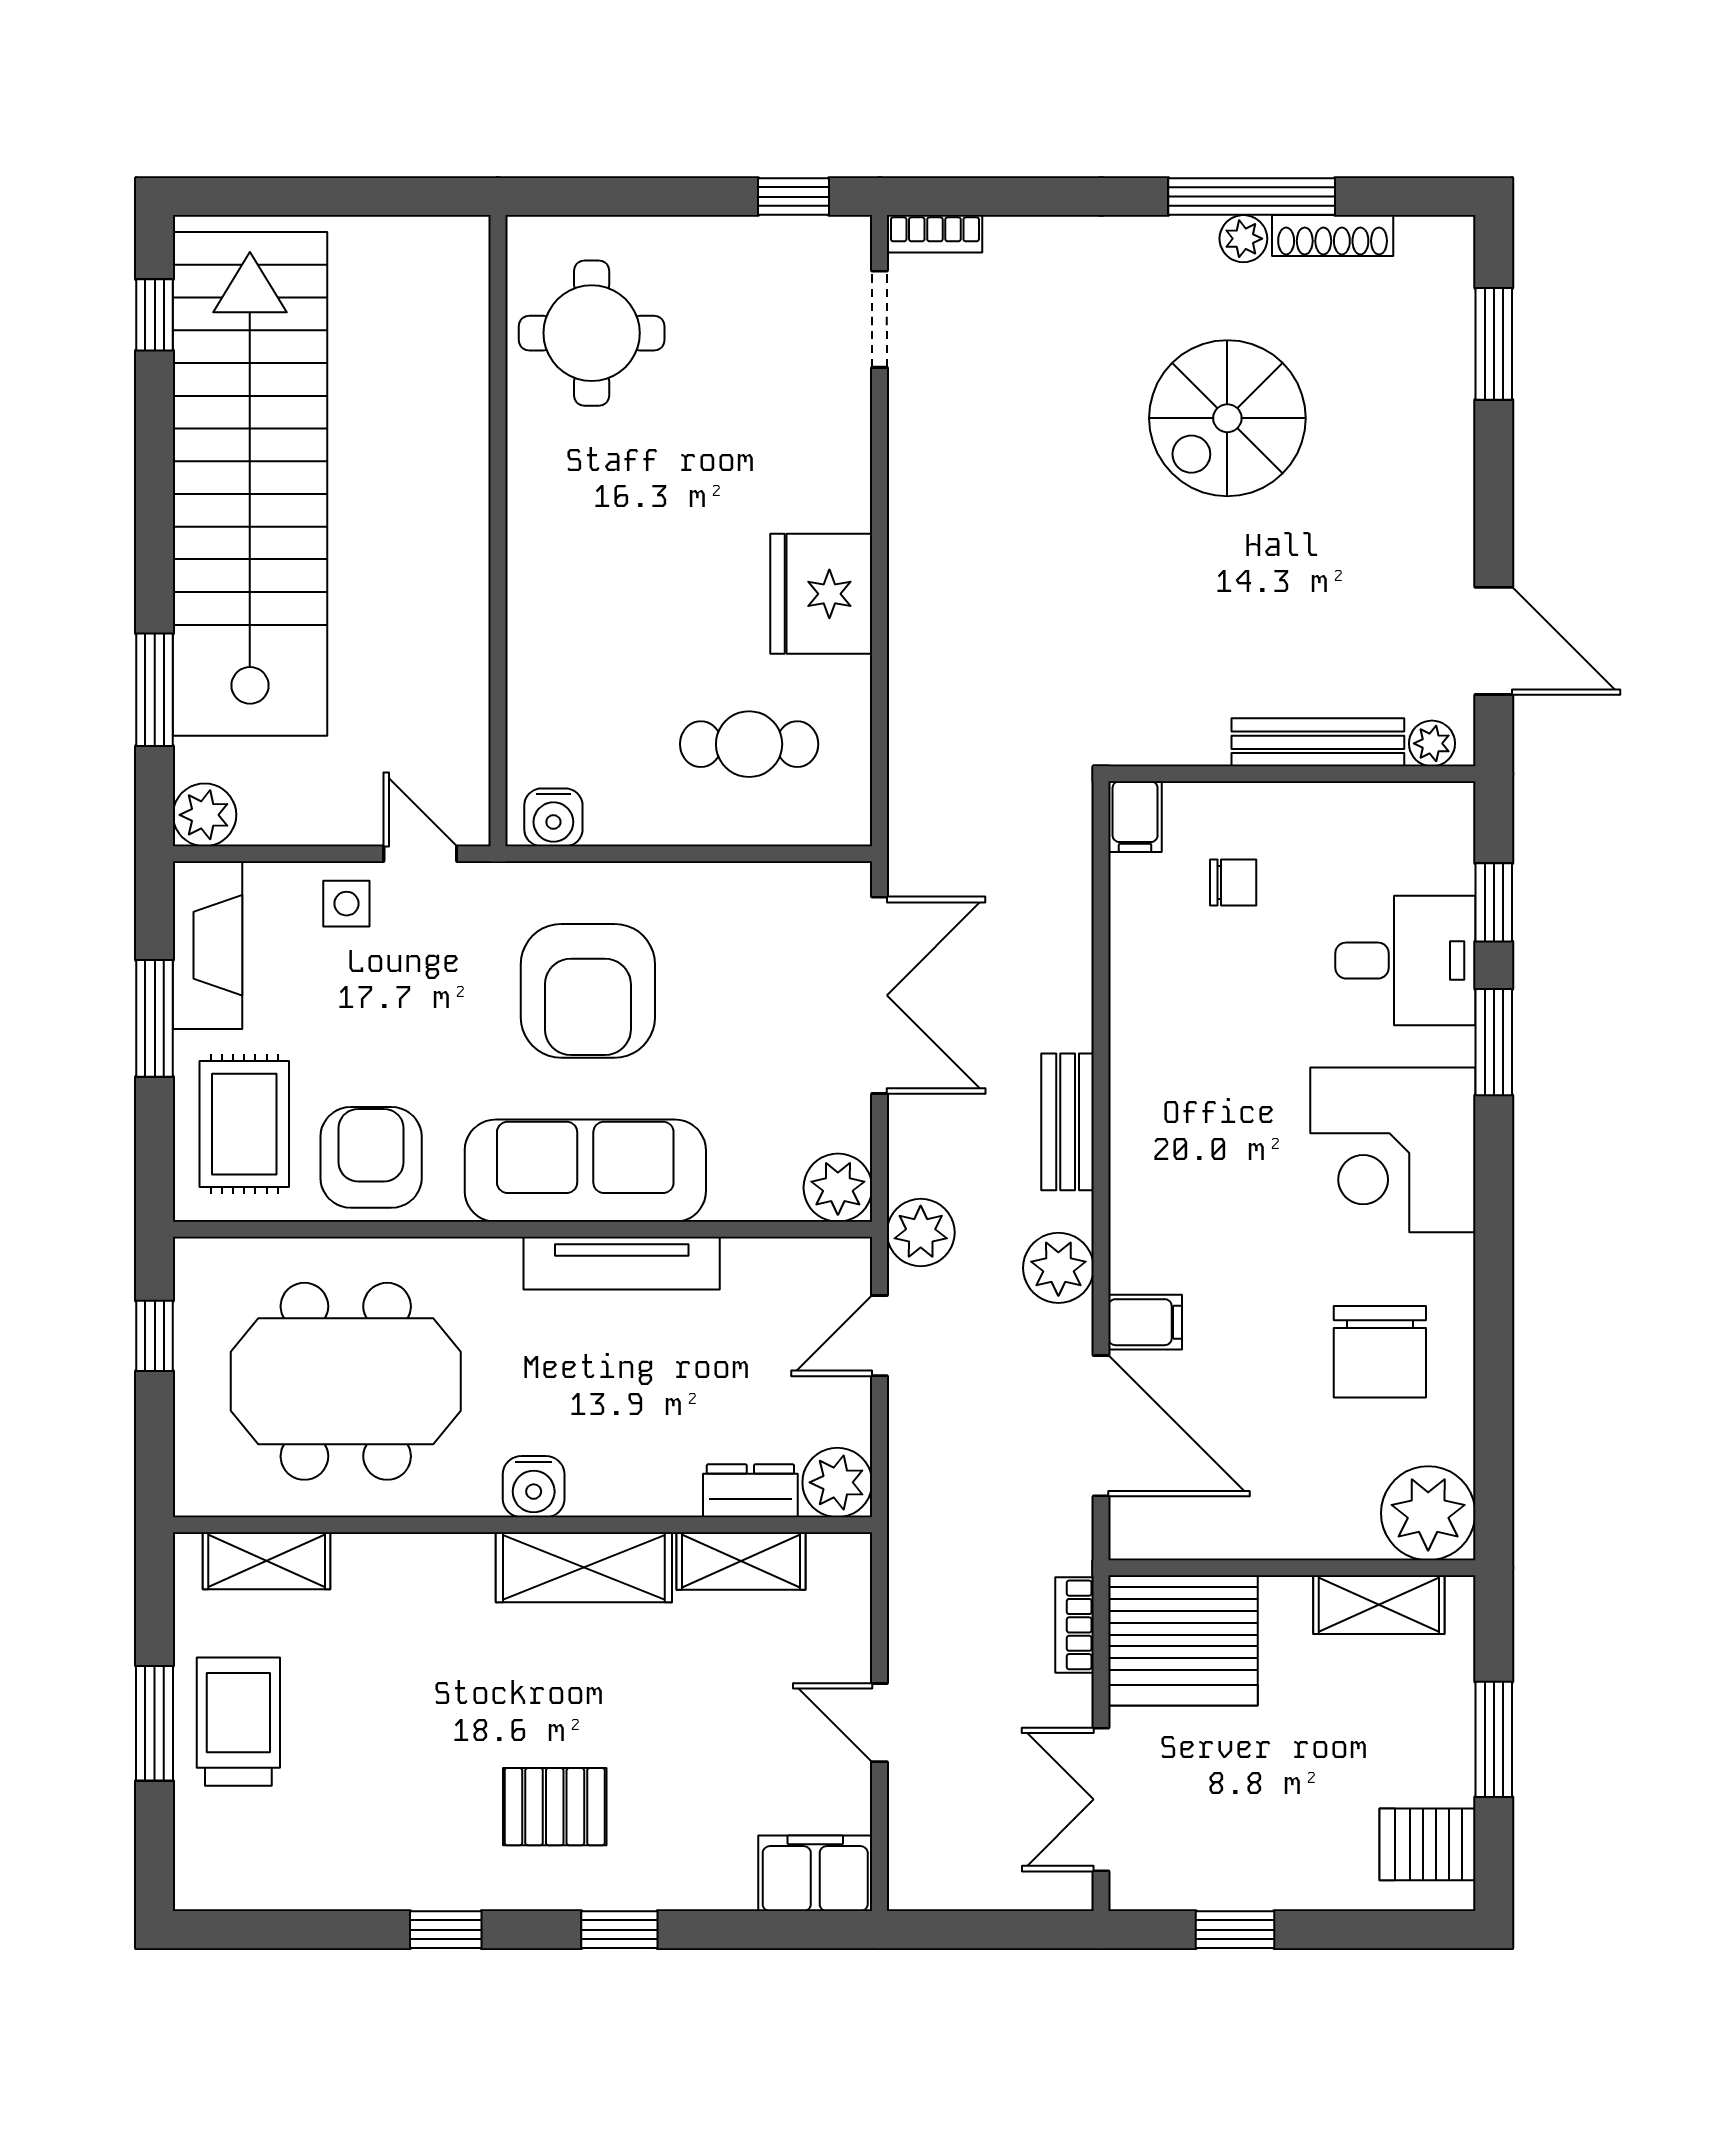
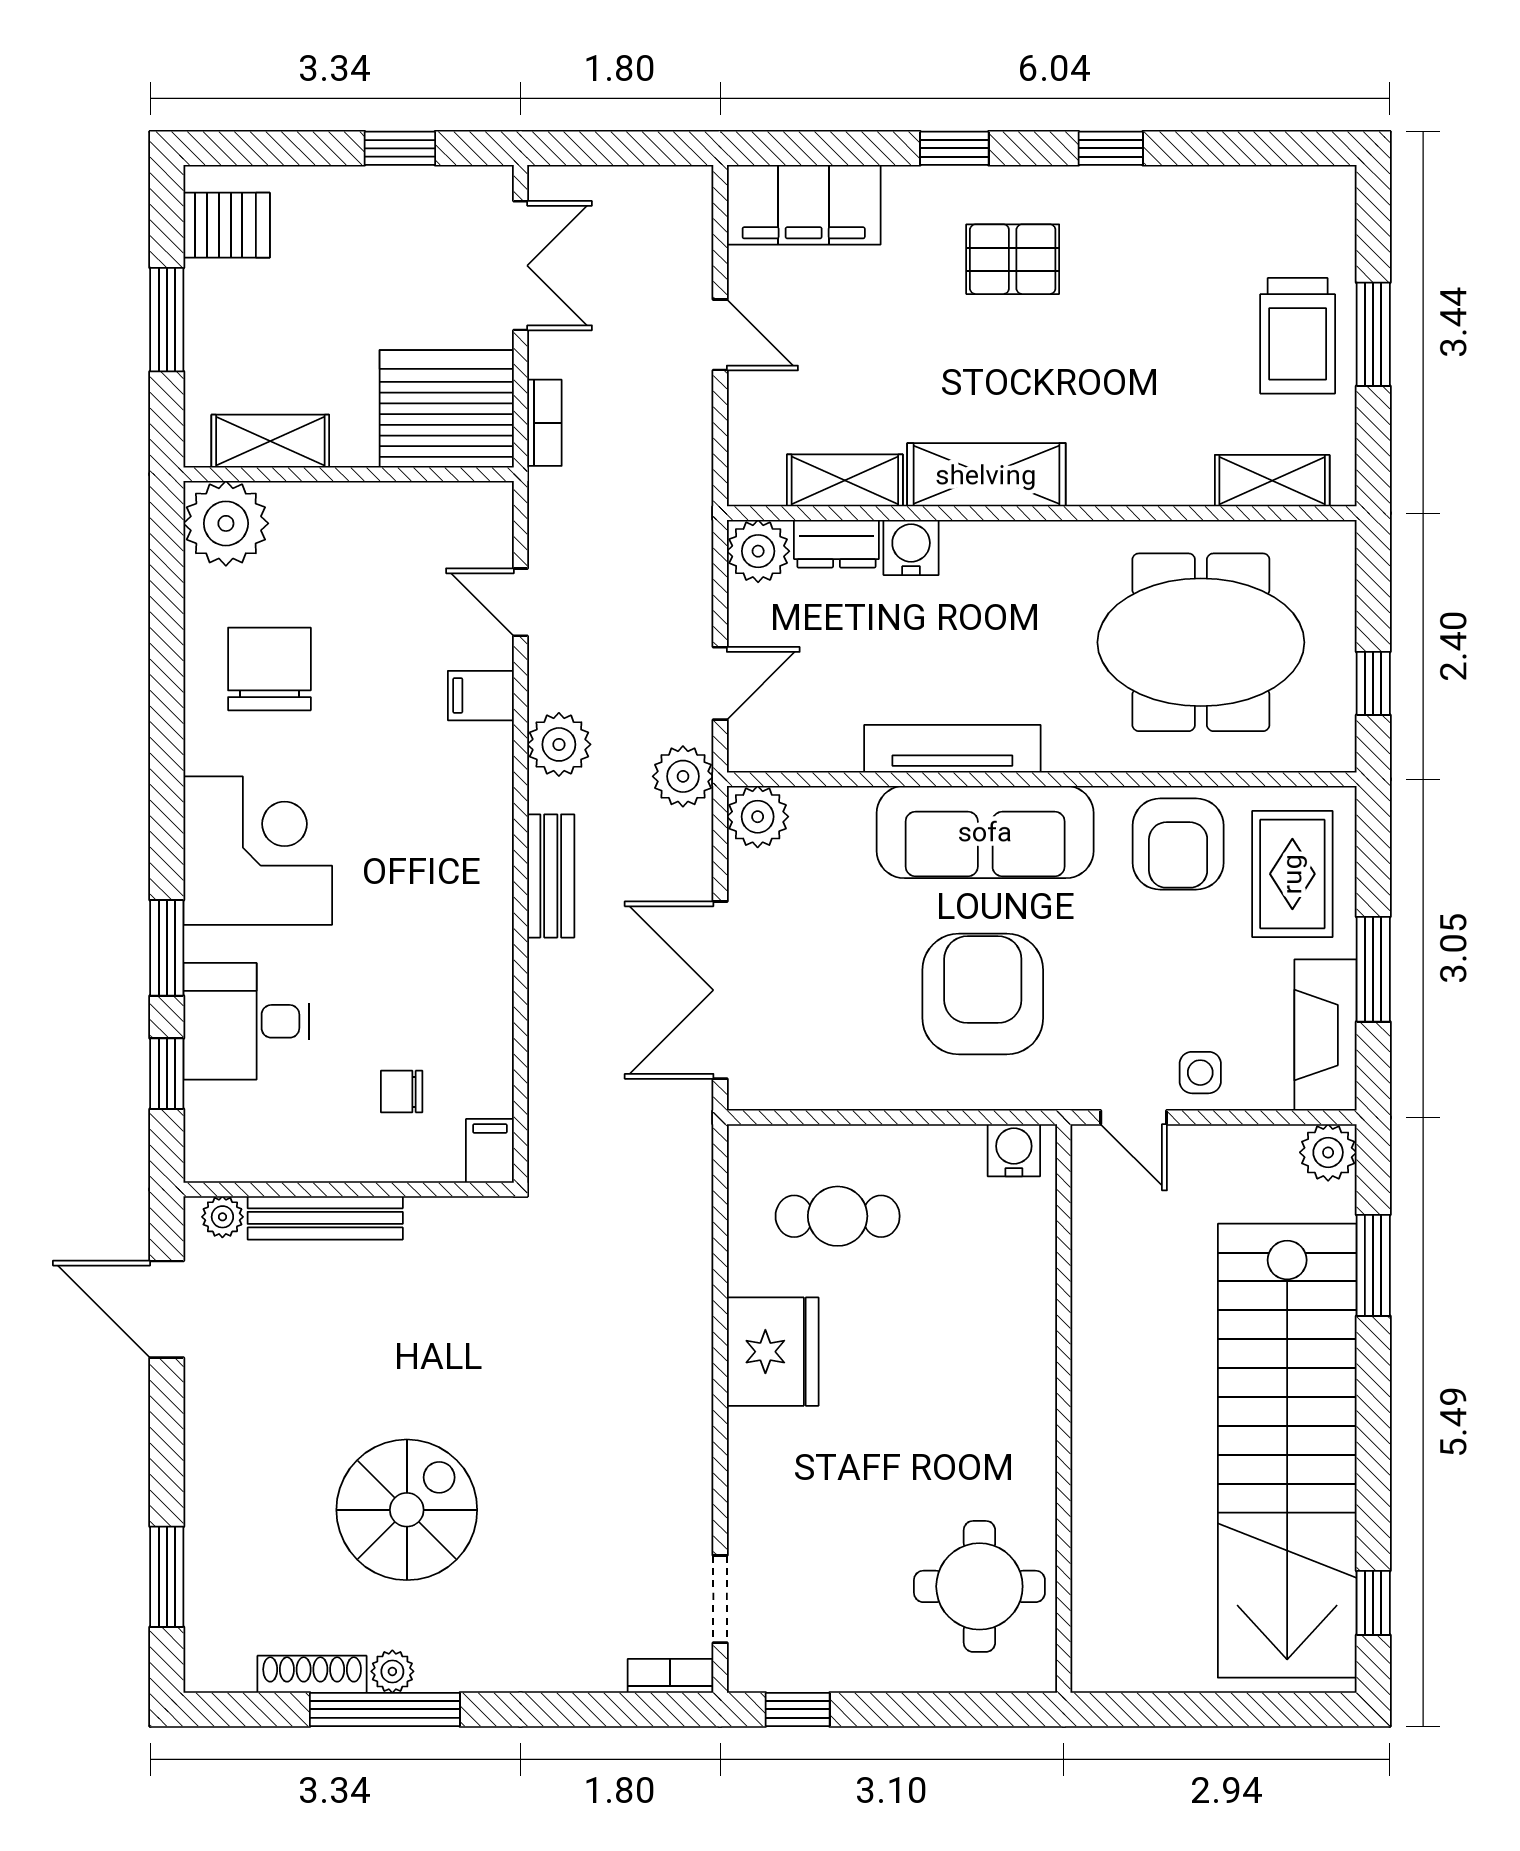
door: (1101, 1426) -> (521, 602), width x0.53
water cooler: (534, 1487) -> (911, 547), moved
filing cabinet: (815, 1873) -> (804, 205), width x1.50, depth x1.17

